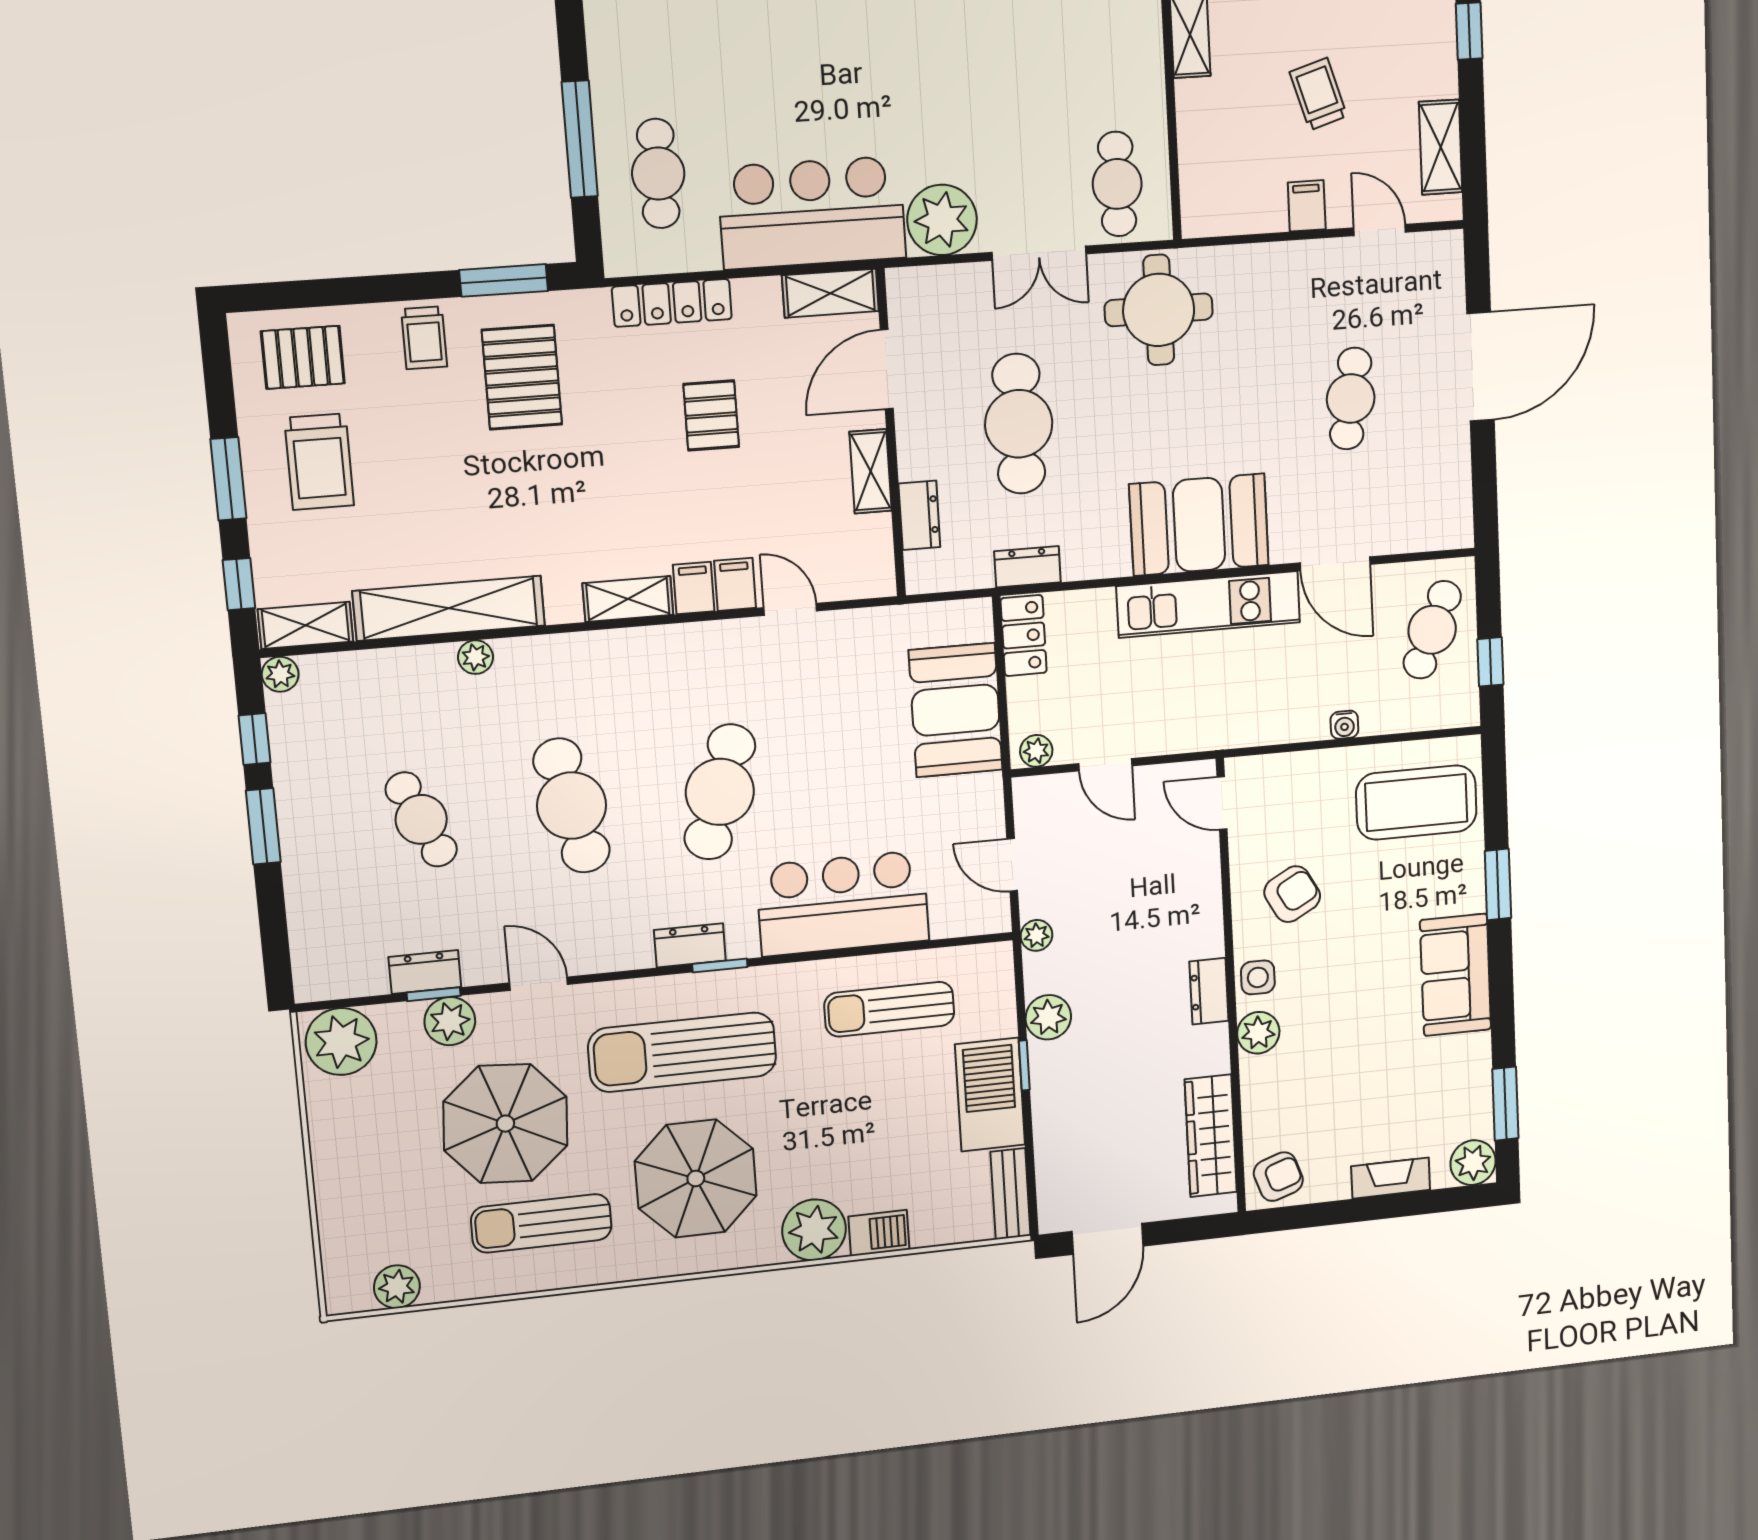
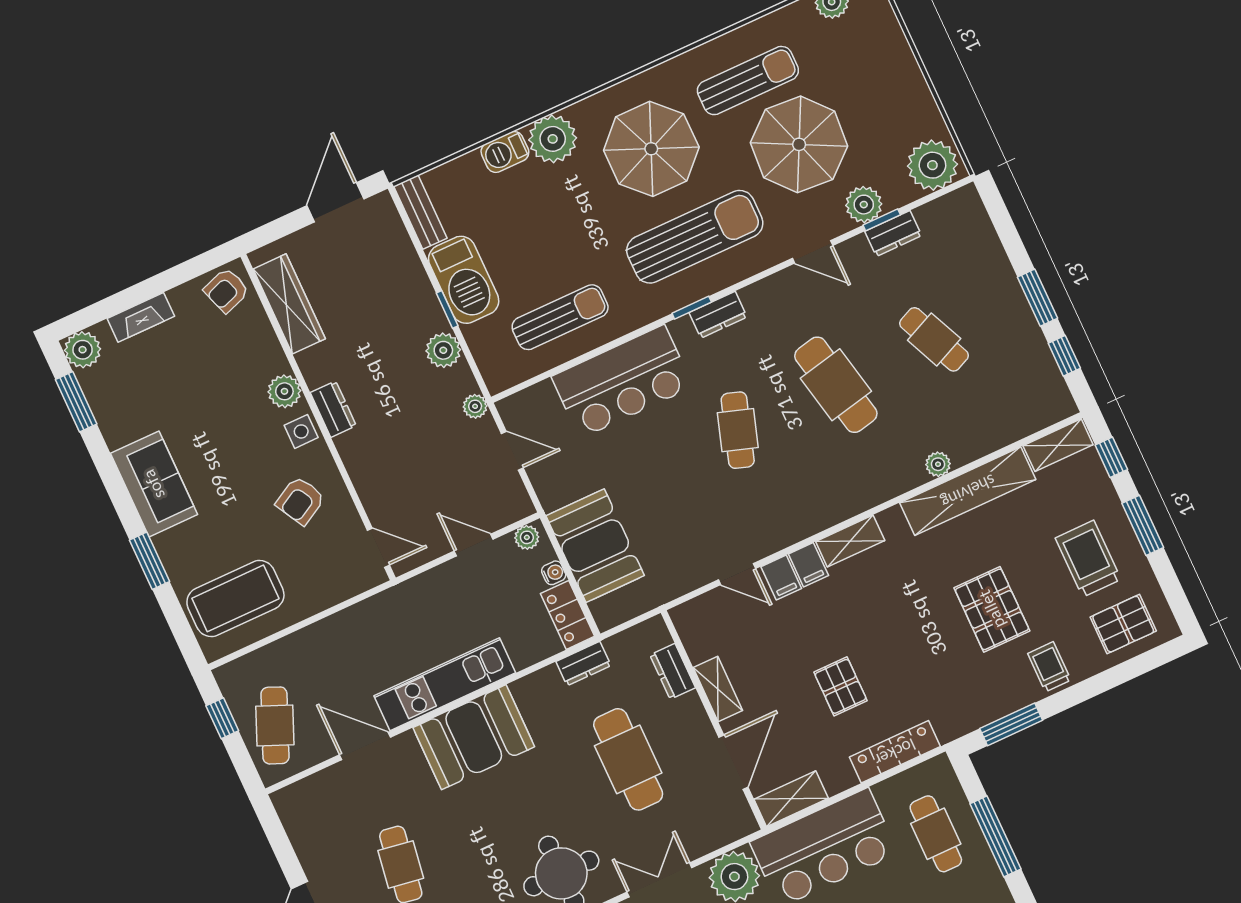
pallet: (522, 377) -> (992, 609), moved
plant: (280, 674) -> (1063, 406), removed
water cooler: (1344, 725) -> (554, 573), moved, turned 90
cafe table: (720, 792) -> (738, 430), width x0.73, depth x0.74

